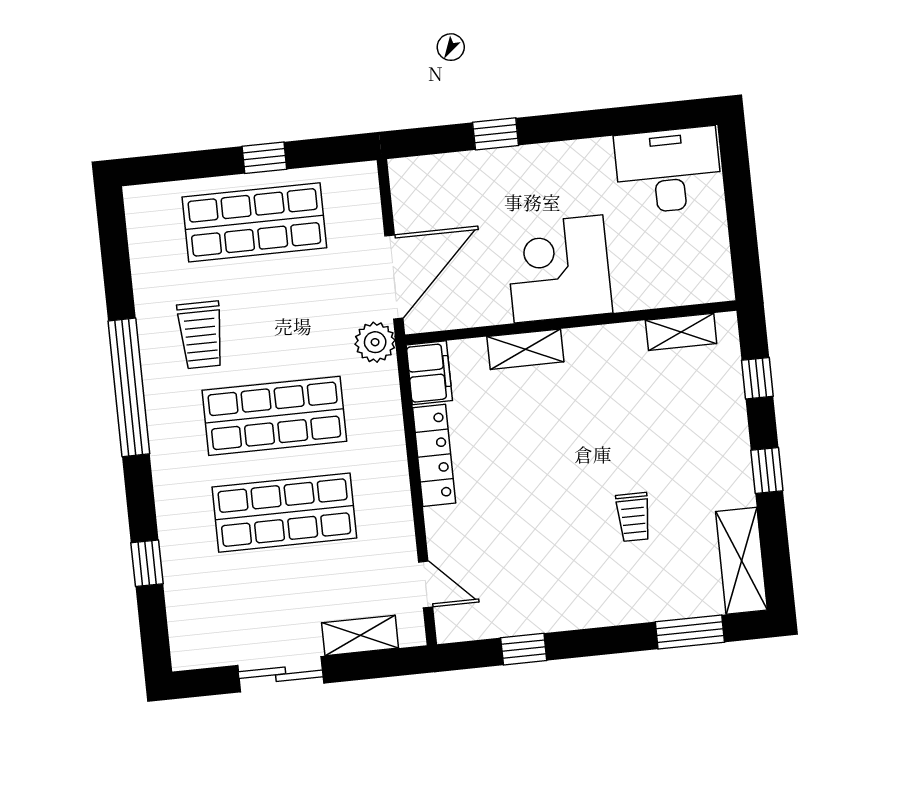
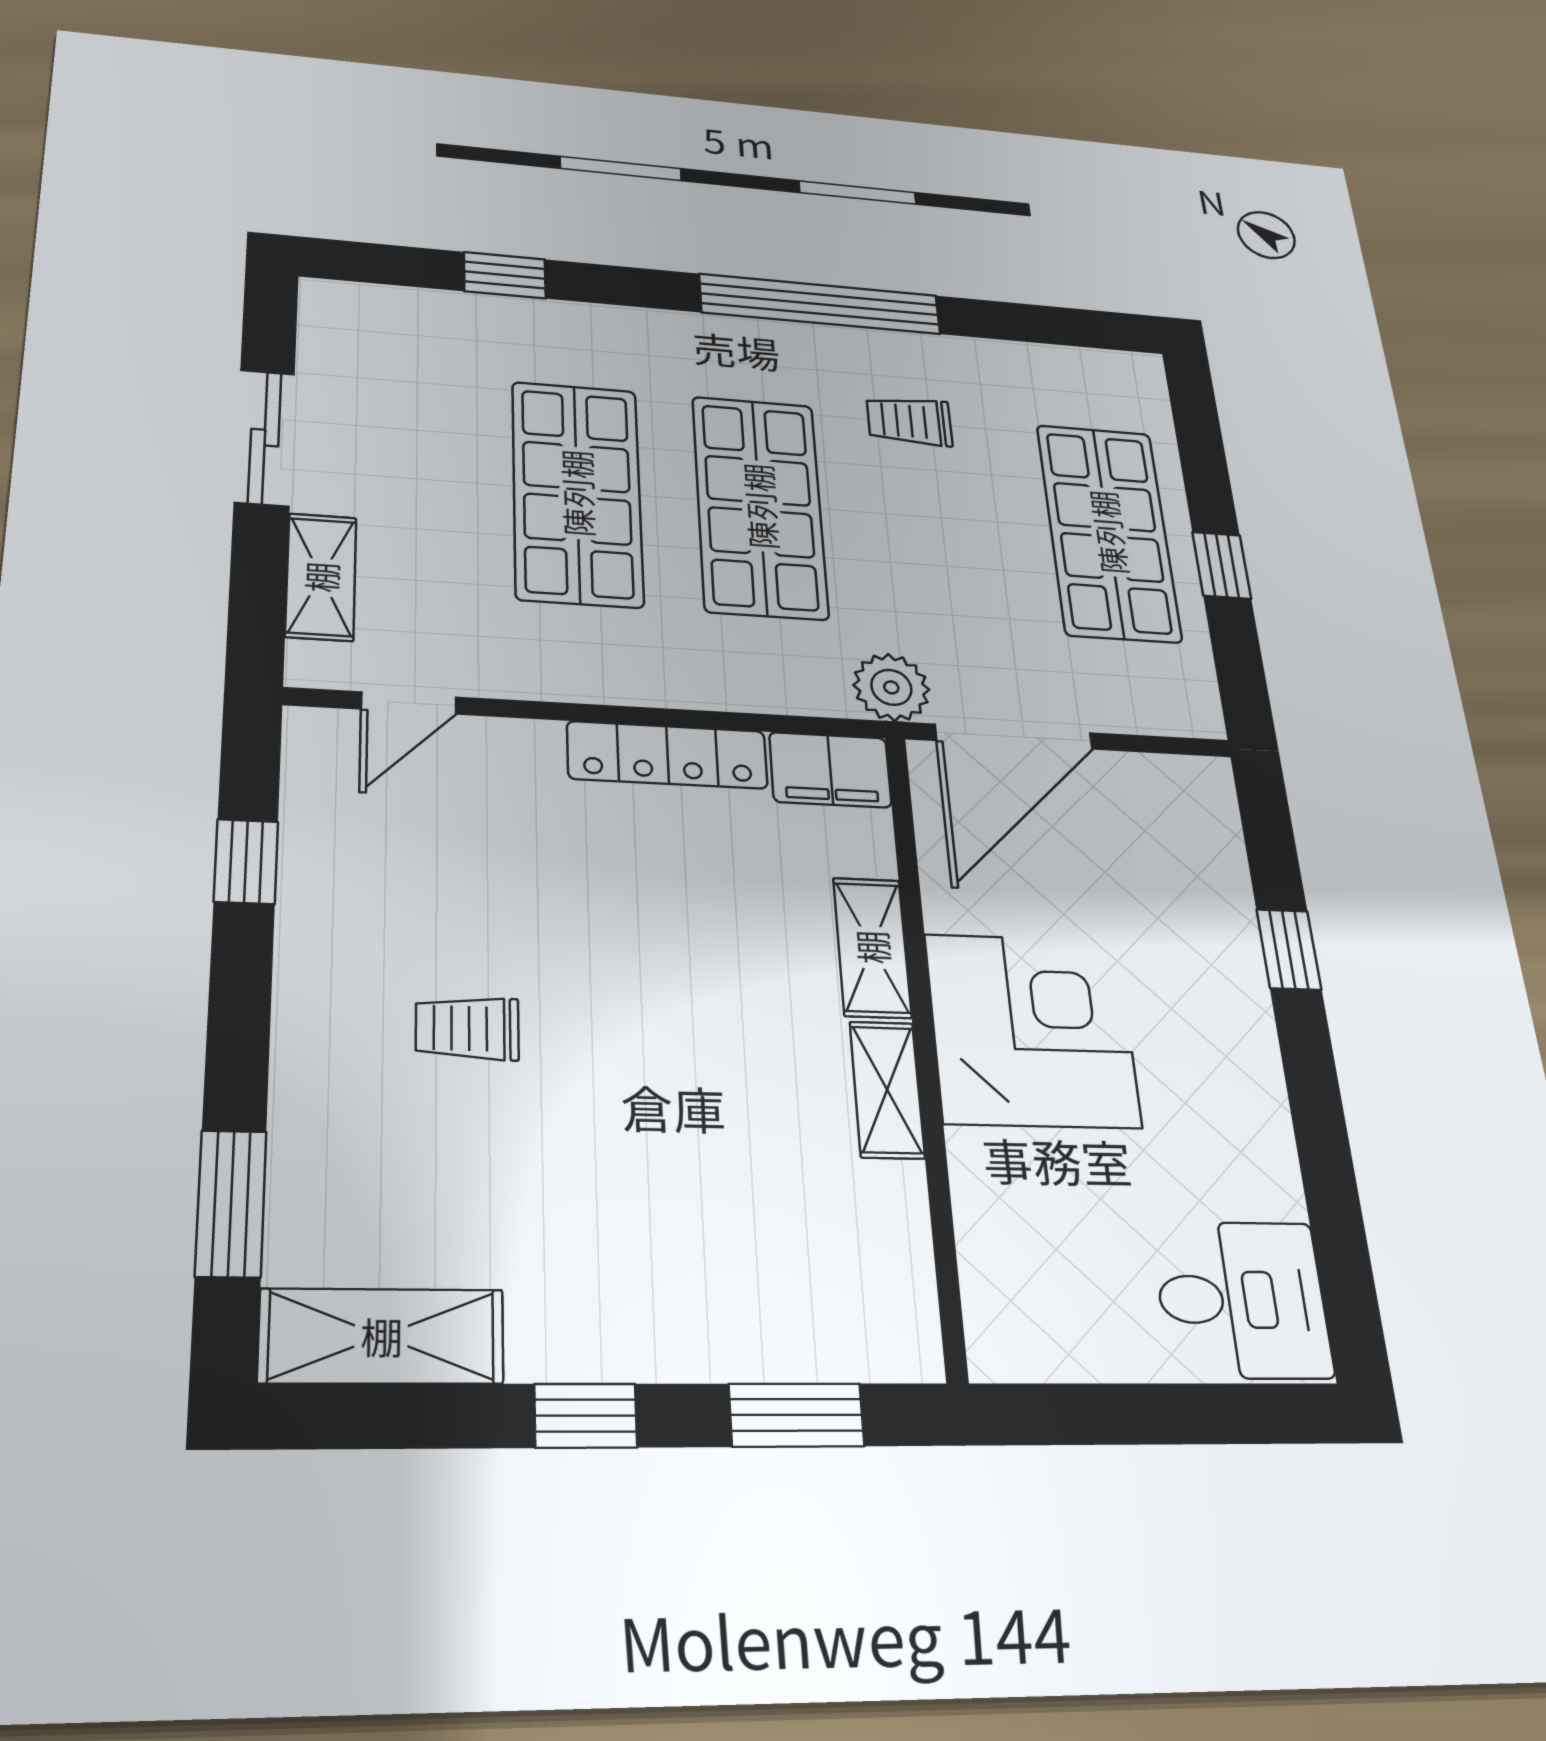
desk: (668, 170) -> (1242, 1300), width x0.73
door: (394, 277) -> (1014, 737), hinge flipped
shelving: (681, 332) -> (887, 1090), moved
trolley: (201, 335) -> (909, 421), width x0.73, depth x0.72
window: (757, 378) -> (796, 1415), width x1.50
trolley: (633, 517) -> (467, 1028), moved

